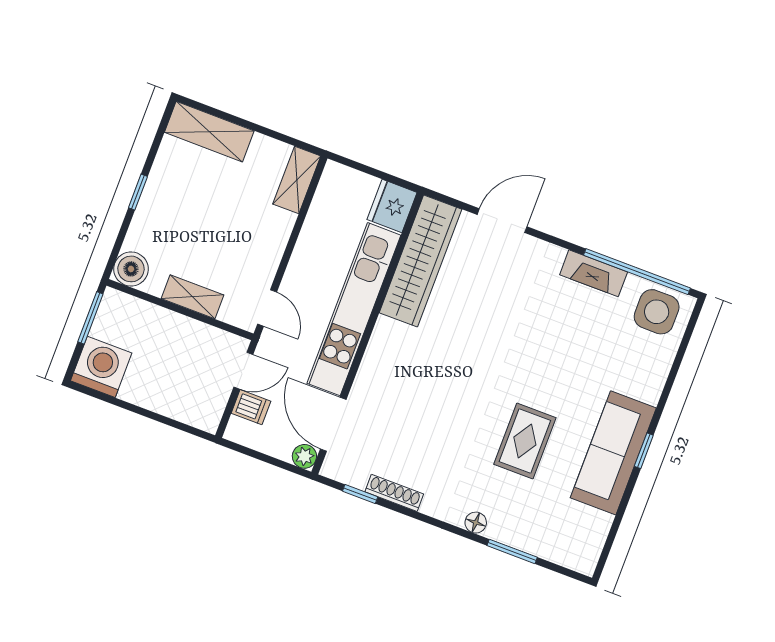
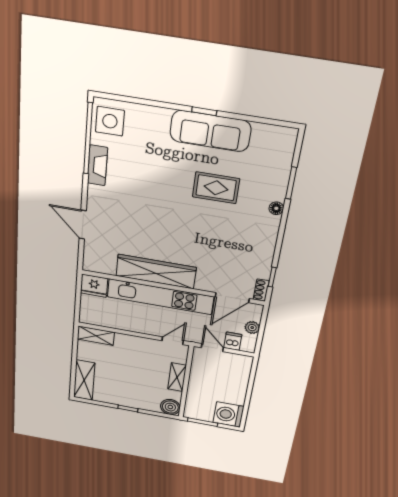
wardrobe: (420, 261) -> (156, 272), moved
plant: (304, 456) -> (252, 328), moved
shoe rack: (394, 493) -> (261, 290), moved, width x0.70

